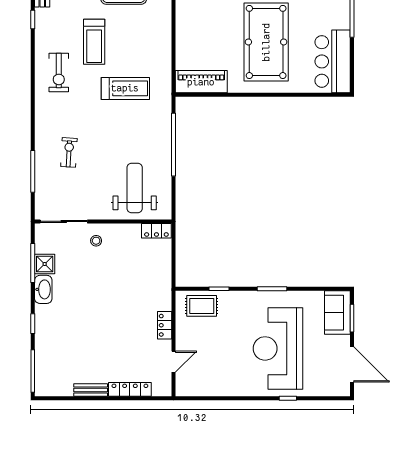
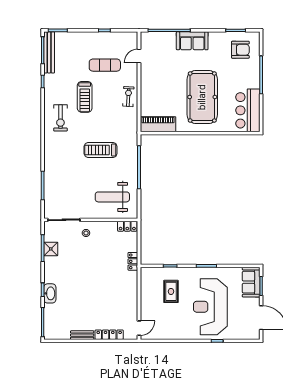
treadmill: (125, 88) -> (101, 150), moved, turned 180
exercise bike: (69, 152) -> (128, 97), moved
weight bench: (135, 188) -> (112, 197), turned -90
washbasin: (43, 289) -> (50, 293), moved
rug: (202, 306) -> (171, 291), moved, turned 90
locker: (165, 325) -> (133, 261), moved
door: (174, 362) -> (139, 328), moved

